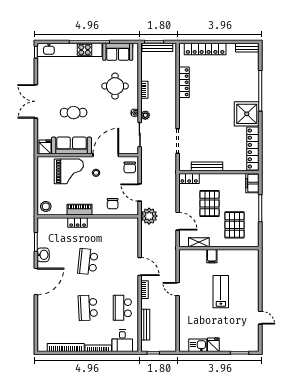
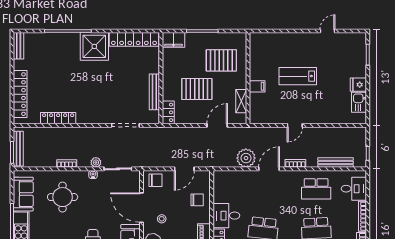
plant: (149, 216) -> (246, 158), moved
desk: (99, 229) -> (226, 216), added

